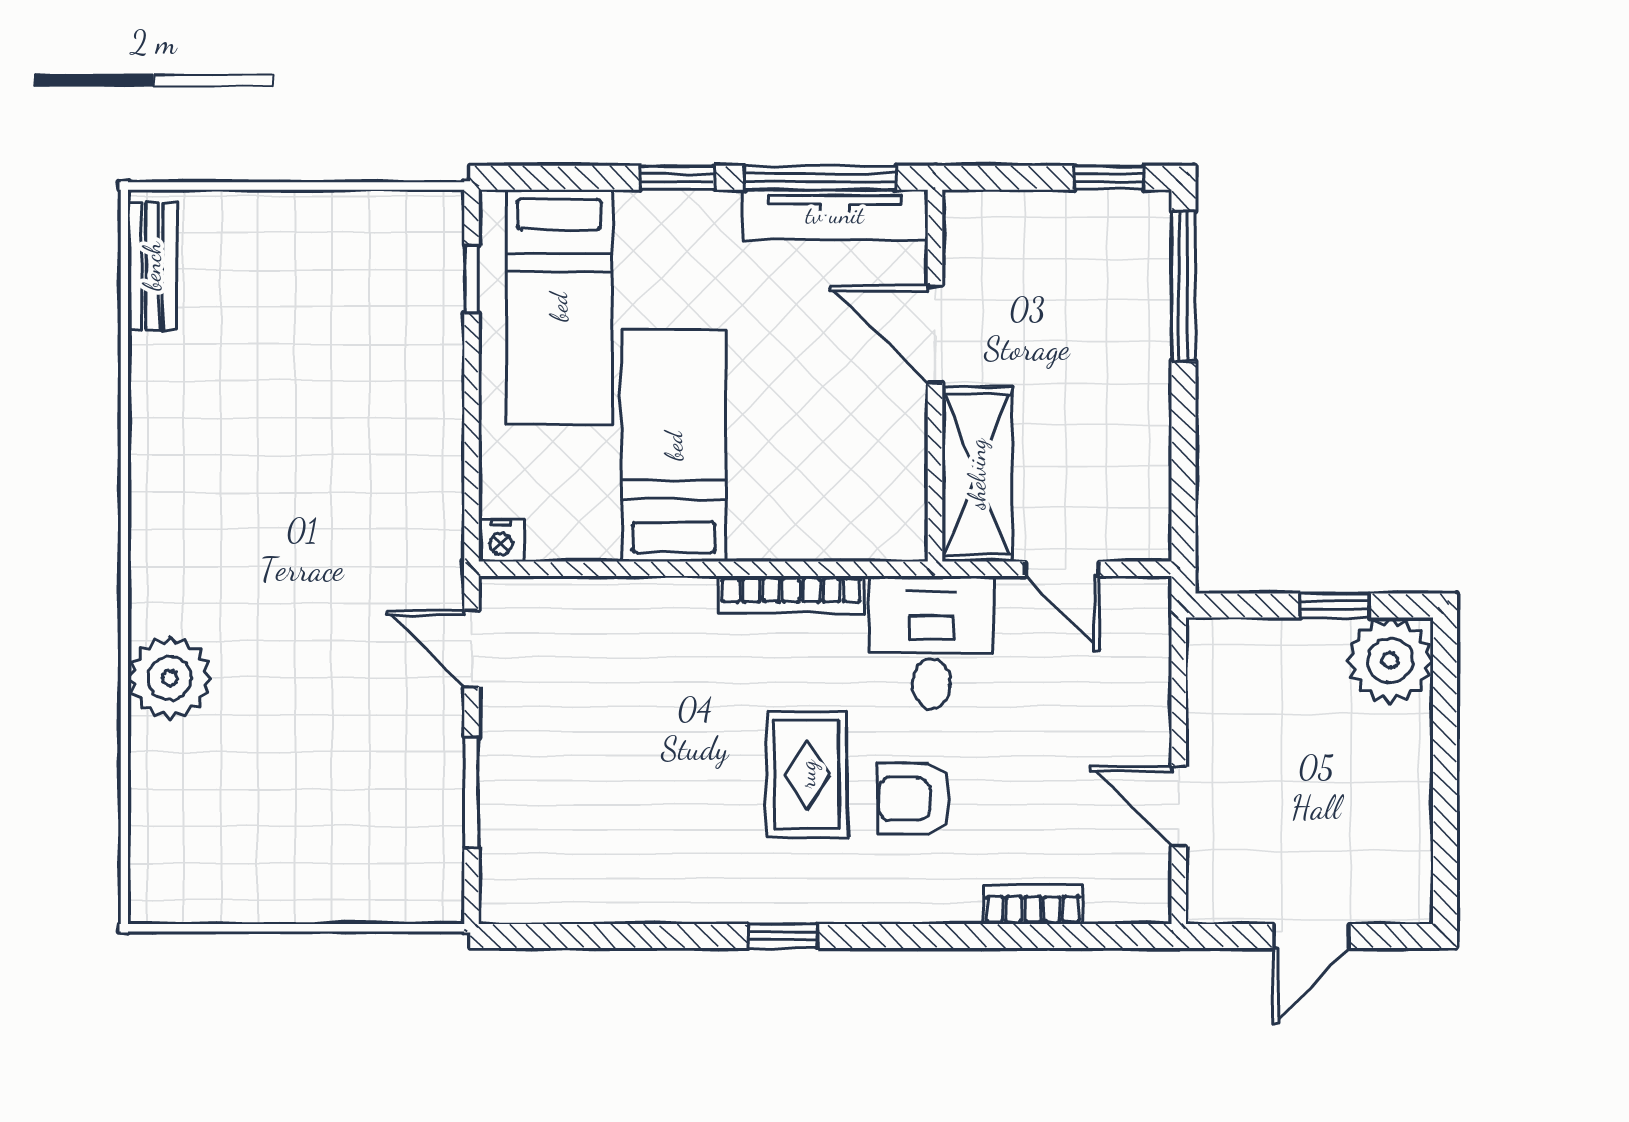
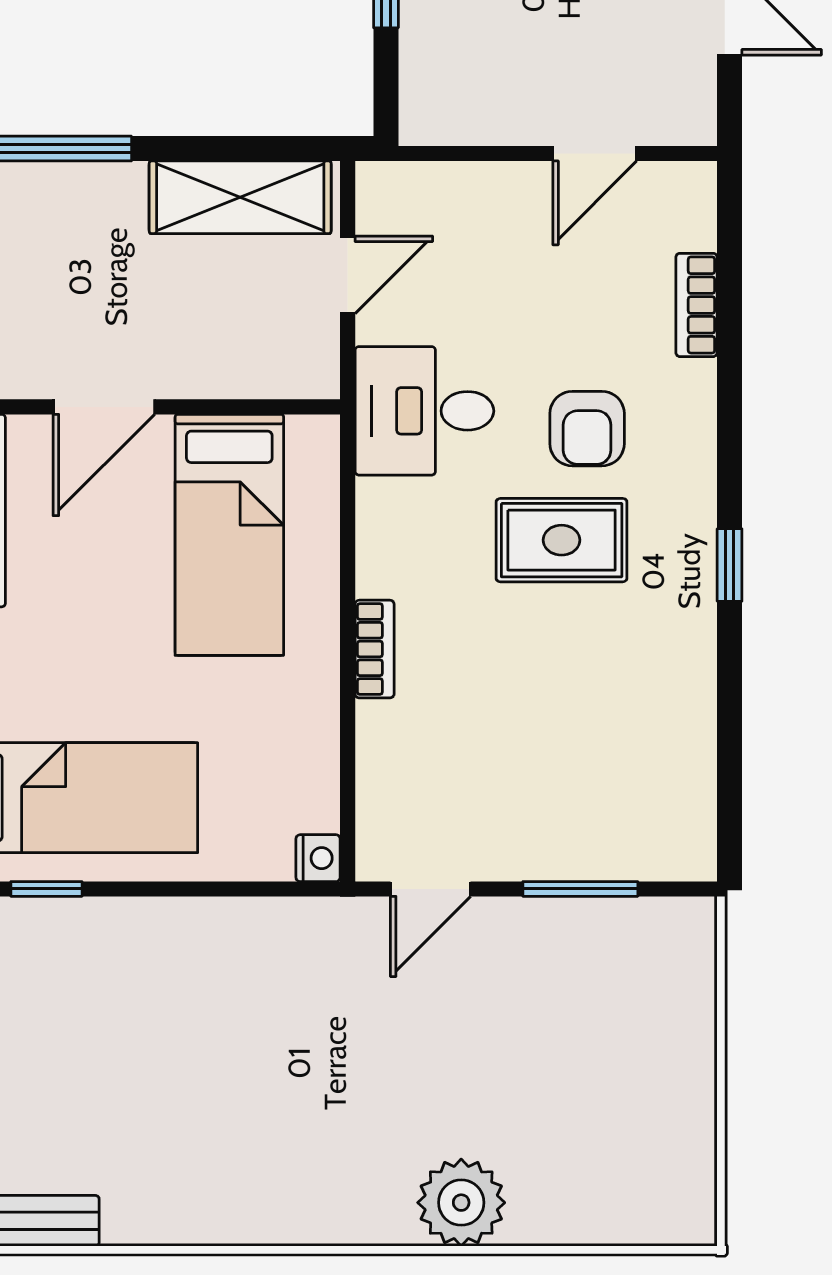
bed: (674, 446) -> (229, 535), moved, turned -90
shelving: (977, 474) -> (240, 197), moved
bookcase: (791, 595) -> (375, 649), moved, width x0.64

